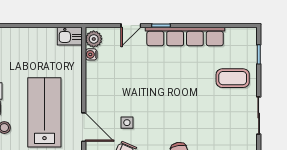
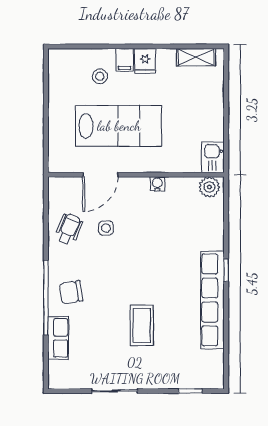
door: (131, 25) -> (226, 233), removed
water cooler: (91, 54) -> (157, 184), moved
coffee table: (233, 78) -> (142, 325), moved

